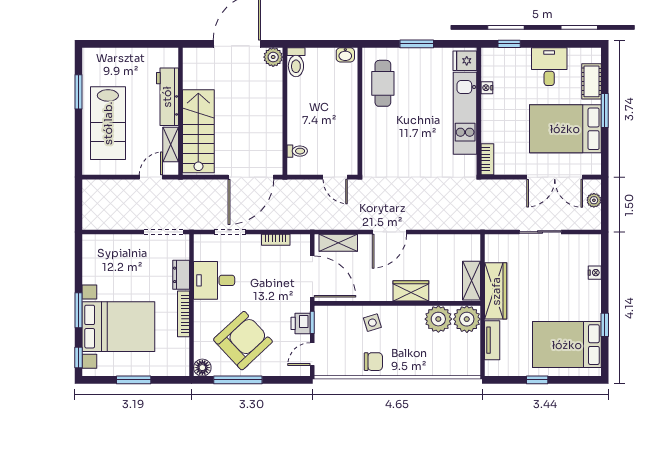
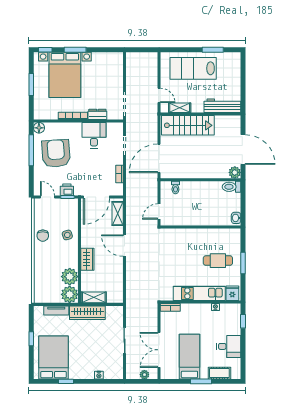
cafe table: (383, 83) -> (218, 261), moved
workbench: (167, 97) -> (222, 106), moved
bed: (565, 129) -> (189, 357), width x0.67
door: (251, 177) -> (159, 158), hinge flipped
armchair: (243, 341) -> (56, 153), turned -141

